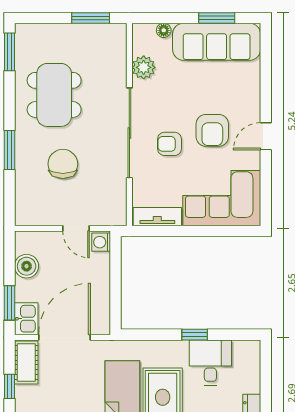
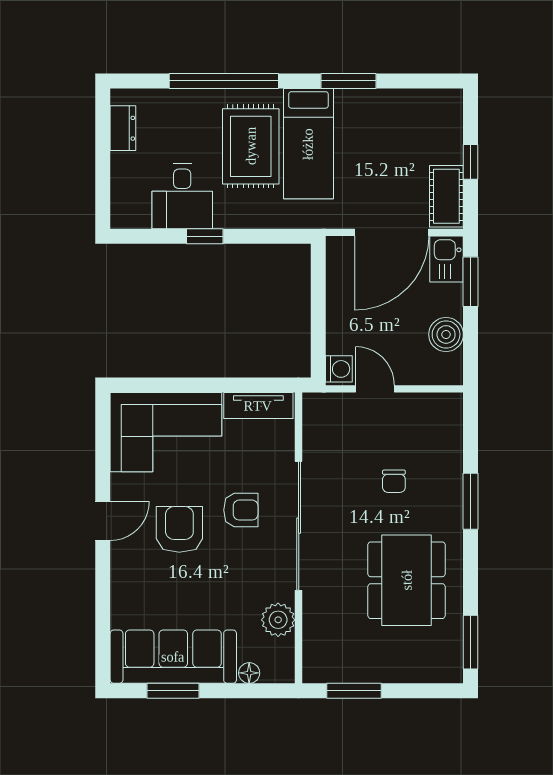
chair: (63, 164) -> (394, 481), width x0.54, depth x0.54

